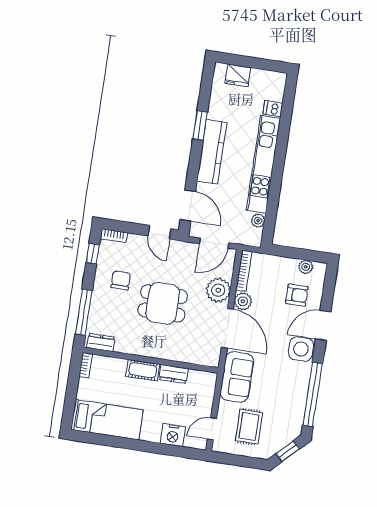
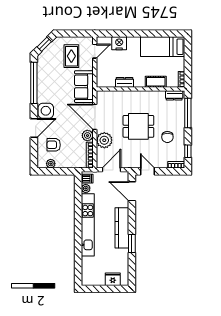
dishwasher: (273, 109) -> (87, 179), moved
cot: (143, 370) -> (156, 82), moved

